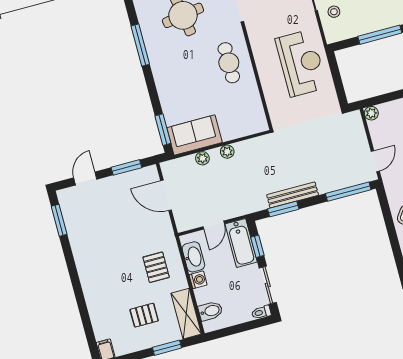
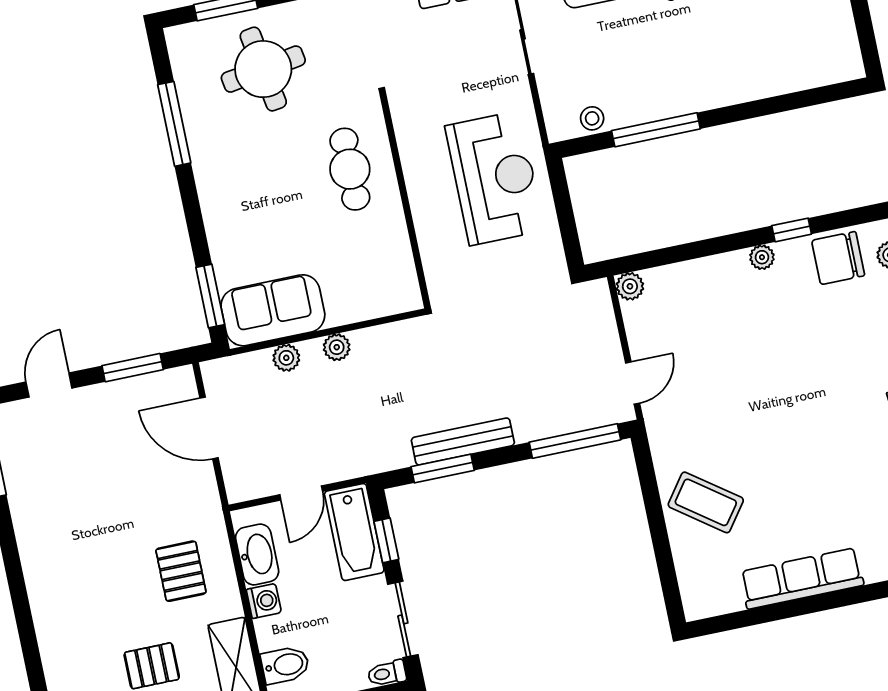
stool: (334, 12) -> (592, 118), moved

